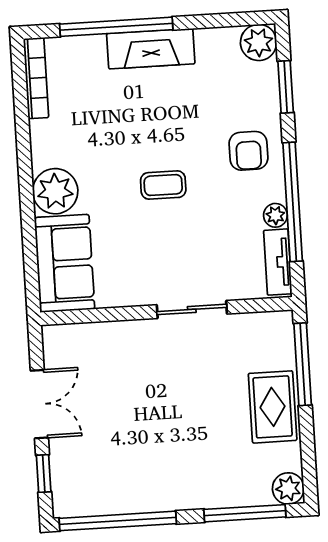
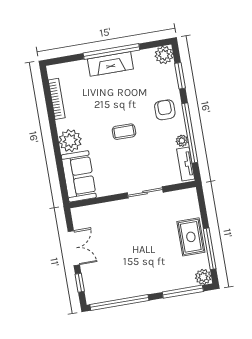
window: (116, 27) -> (111, 51), moved
bookcase: (36, 78) -> (57, 99), moved
armchair: (248, 151) -> (165, 110), turned 180
window: (303, 364) -> (210, 249), moved

